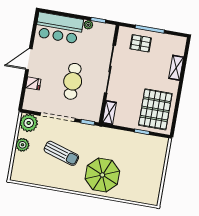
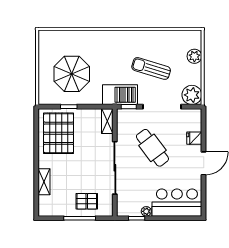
cafe table: (73, 81) -> (152, 148), turned -37
barbecue: (94, 135) -> (120, 95), added
plant: (22, 145) -> (194, 56), moved
parasol: (102, 175) -> (72, 74), moved

